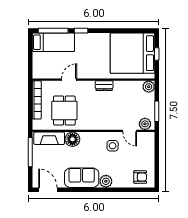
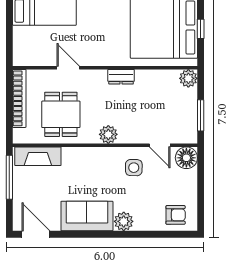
door: (69, 80) -> (68, 68), hinge flipped
plant: (145, 124) -> (108, 134), moved
floor lamp: (72, 139) -> (186, 158), moved

